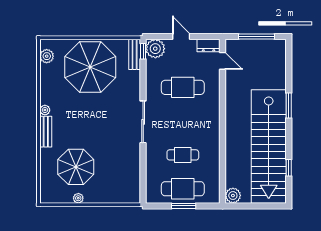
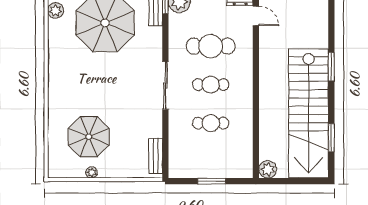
plant: (45, 110) -> (54, 72), removed
bench: (46, 132) -> (156, 156), moved
window: (289, 168) -> (331, 138), width x1.50
cafe table: (183, 189) -> (211, 85), moved, width x0.73, depth x0.74

